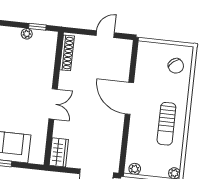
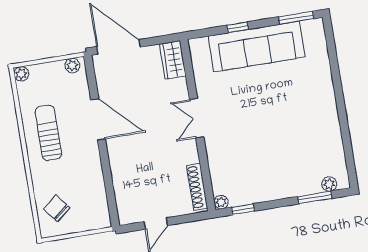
plant: (27, 34) -> (221, 202), moved
door: (129, 98) -> (98, 119), moved

